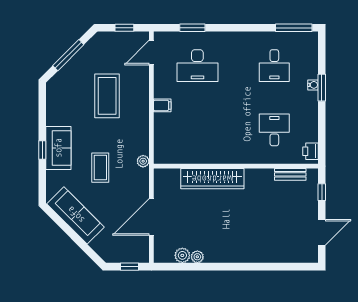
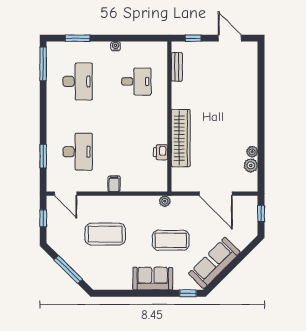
desk: (274, 66) -> (78, 81), width x1.37
water cooler: (313, 85) -> (116, 46), moved
window: (322, 88) -> (78, 38), moved
desk: (274, 130) -> (136, 81), turned 180
window: (42, 150) -> (188, 293), moved
printer: (311, 151) -> (160, 152), moved, turned 90
coffee table: (100, 168) -> (171, 240), width x1.36, depth x1.32

